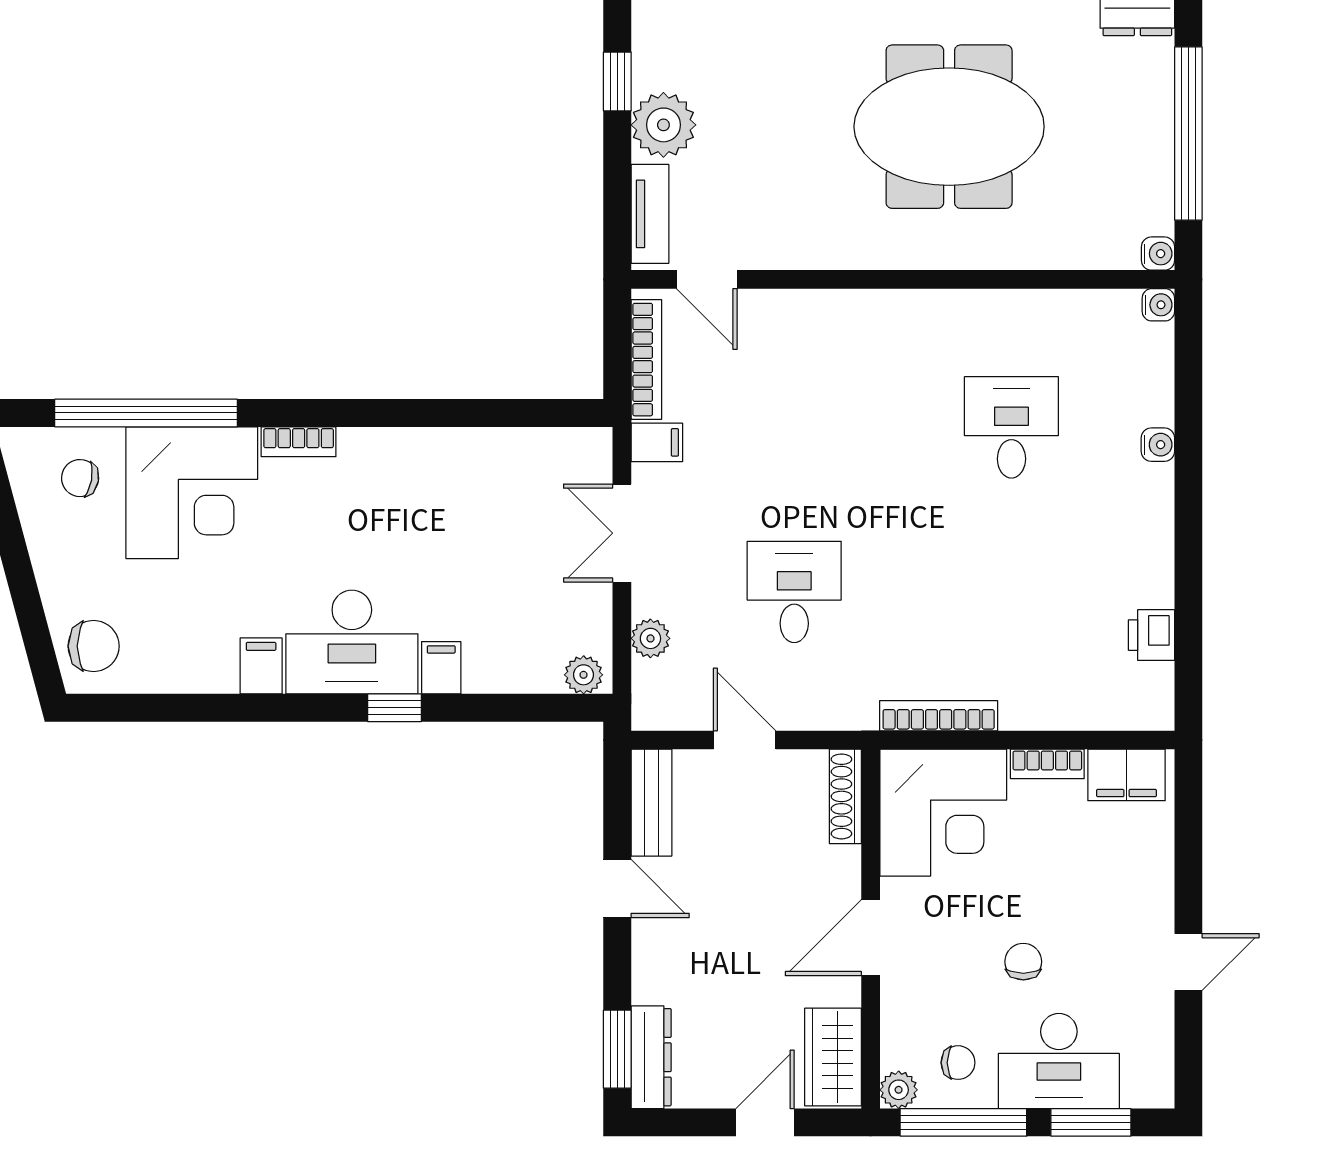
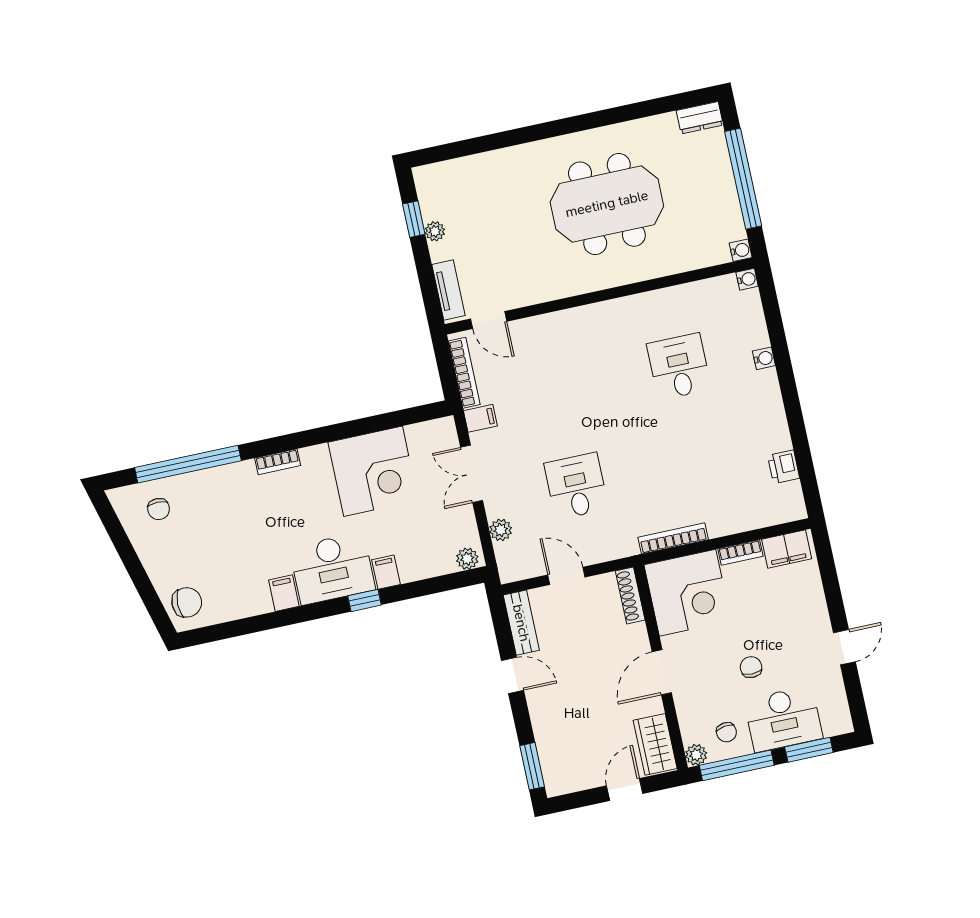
plant: (663, 125) -> (435, 231), width x0.53, depth x0.53
chair: (80, 478) -> (159, 509), turned -100
corner desk: (192, 493) -> (373, 471), moved
dresser: (651, 1057) -> (552, 767), removed
chair: (958, 1063) -> (726, 732), turned 82

